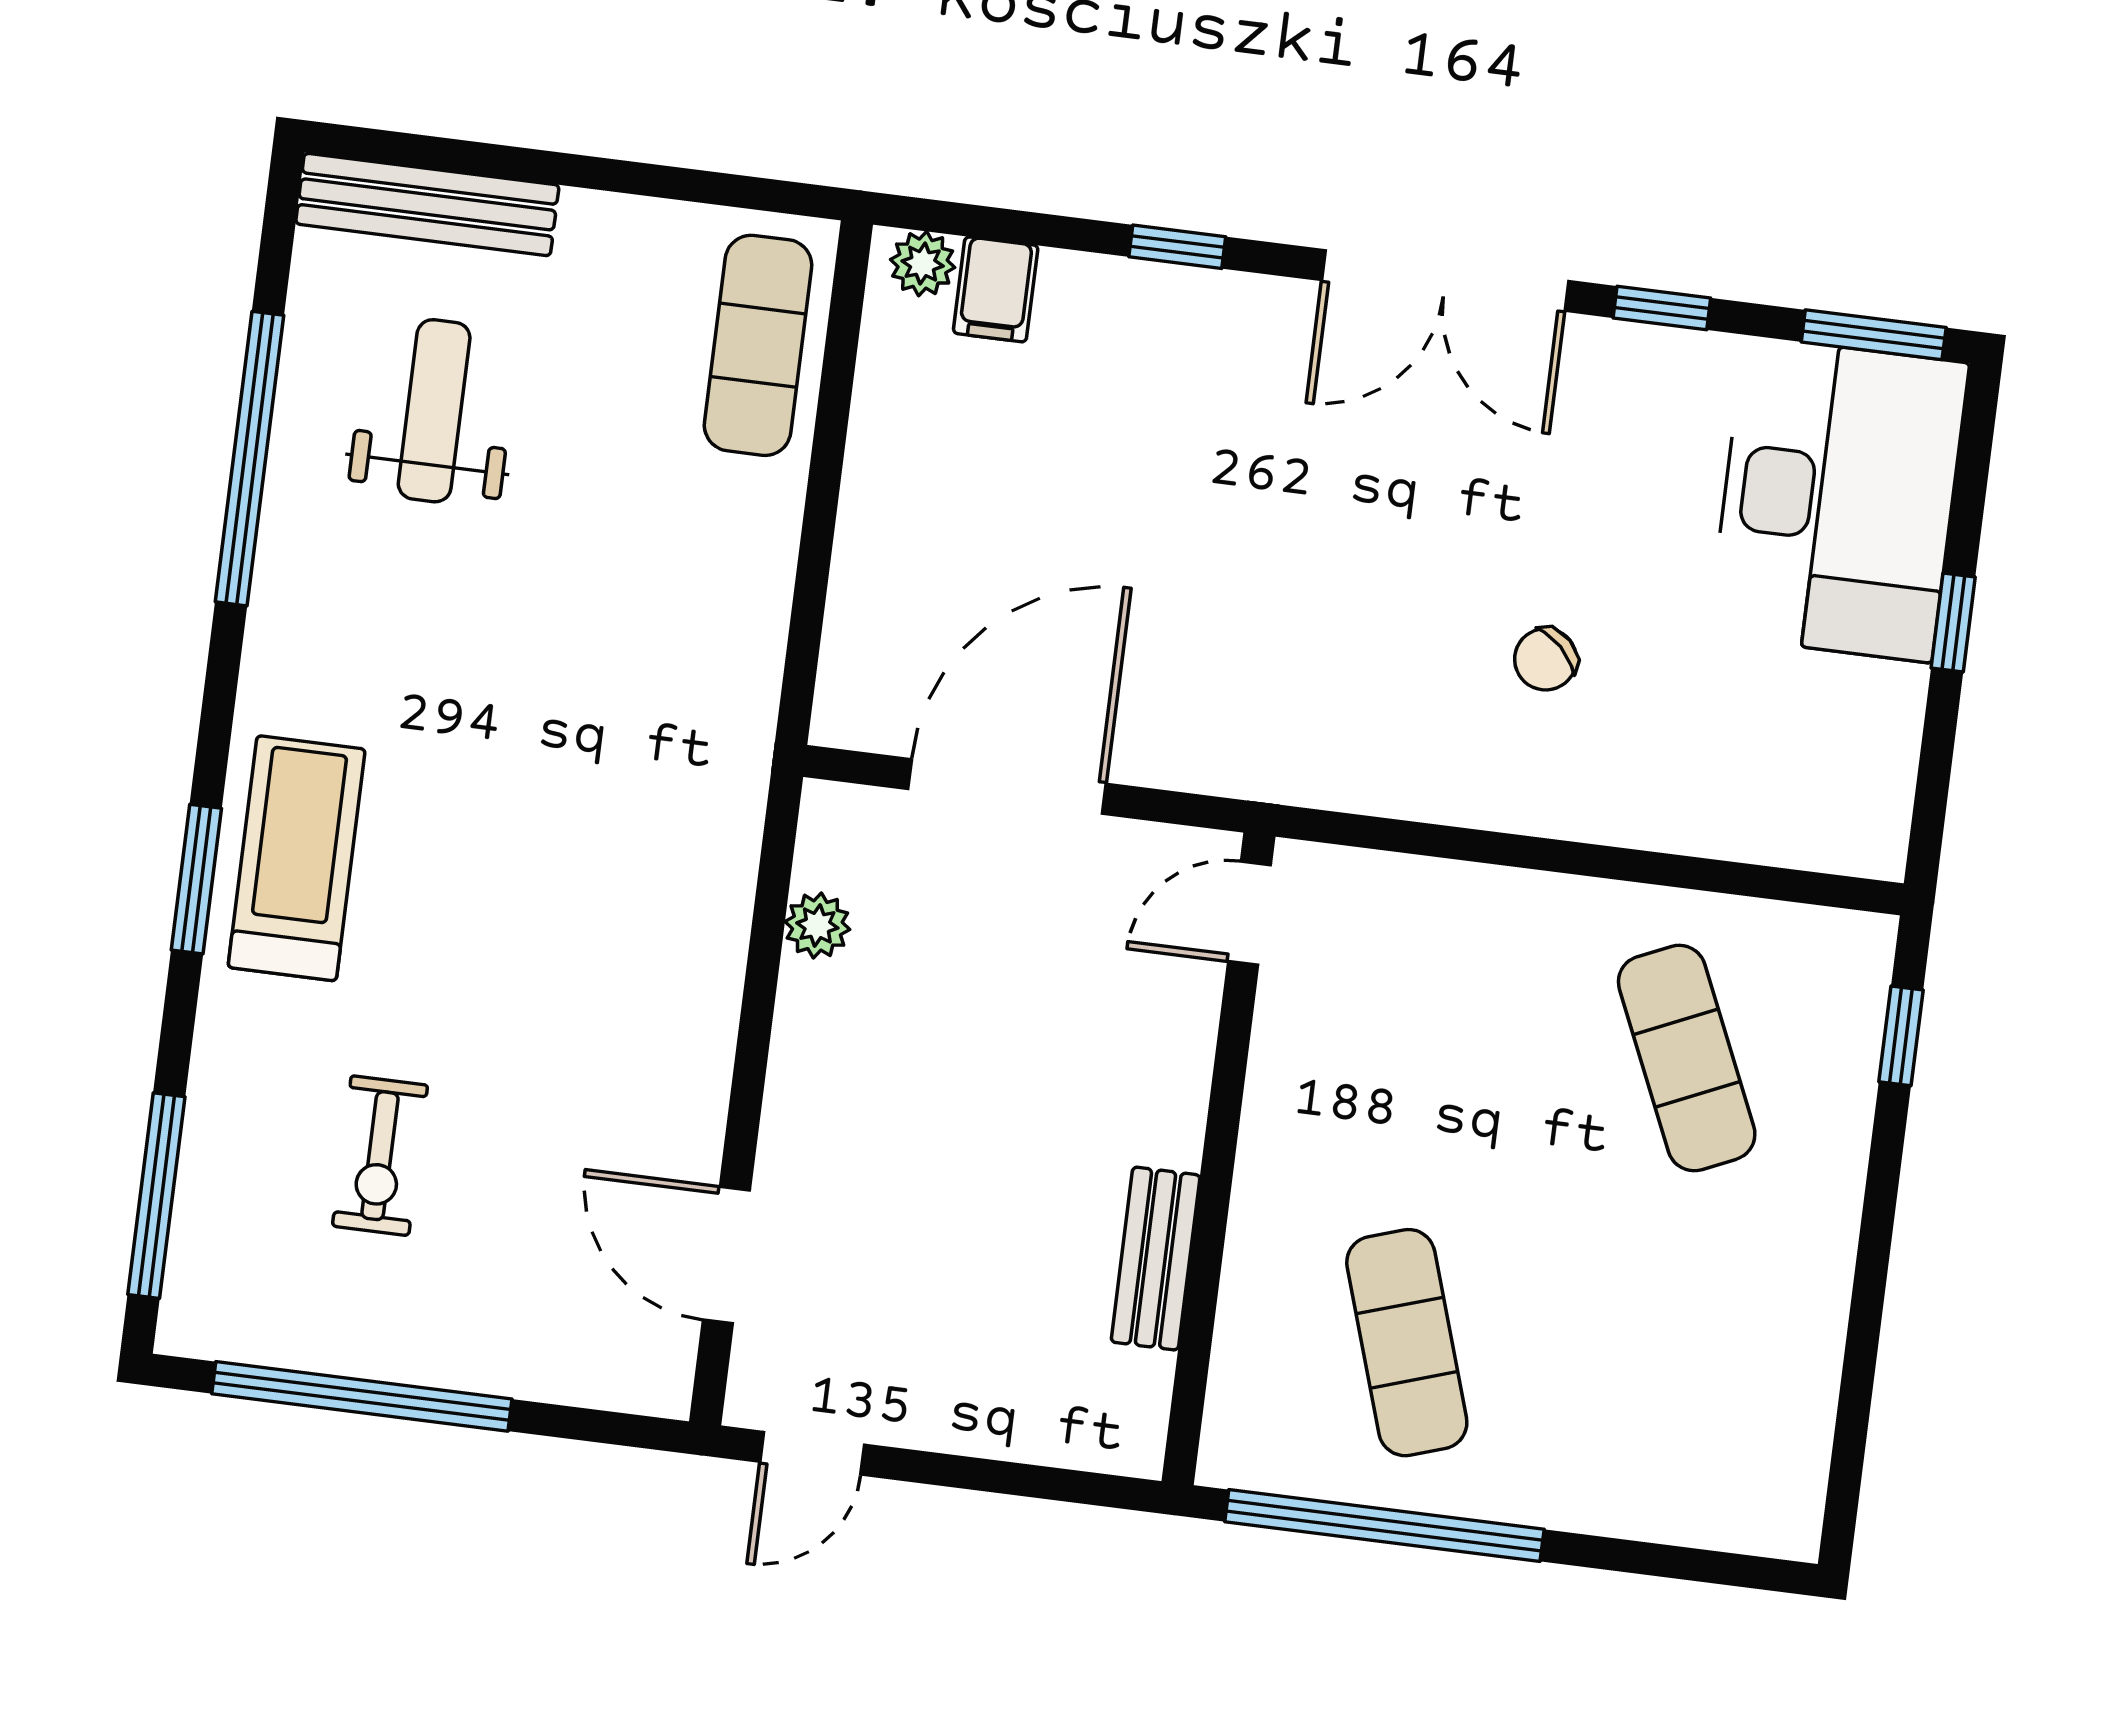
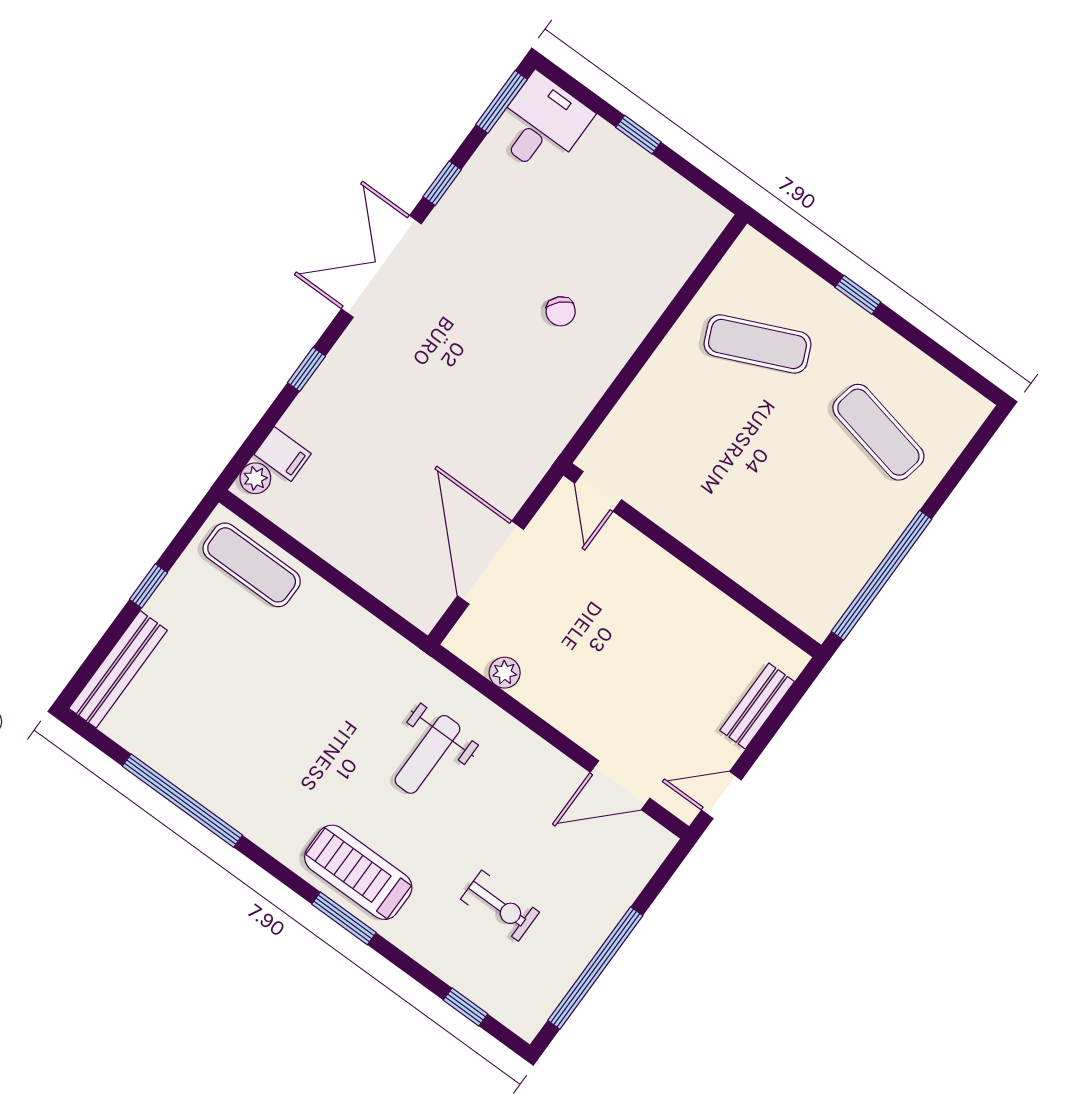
window: (613, 175) -> (148, 586), added
double door: (1445, 281) -> (381, 266), swing flipped
weight bench: (434, 411) -> (427, 754), moved, turned -90
desk: (1838, 499) -> (542, 124), width x0.53, depth x0.77
window: (1901, 1036) -> (858, 295), moved
window: (156, 1196) -> (466, 1007), width x0.46
bench: (1156, 1259) -> (757, 706), moved, turned 90
exercise mat: (1407, 1343) -> (878, 432), moved, turned 30
door: (812, 1453) -> (721, 795), swing flipped

